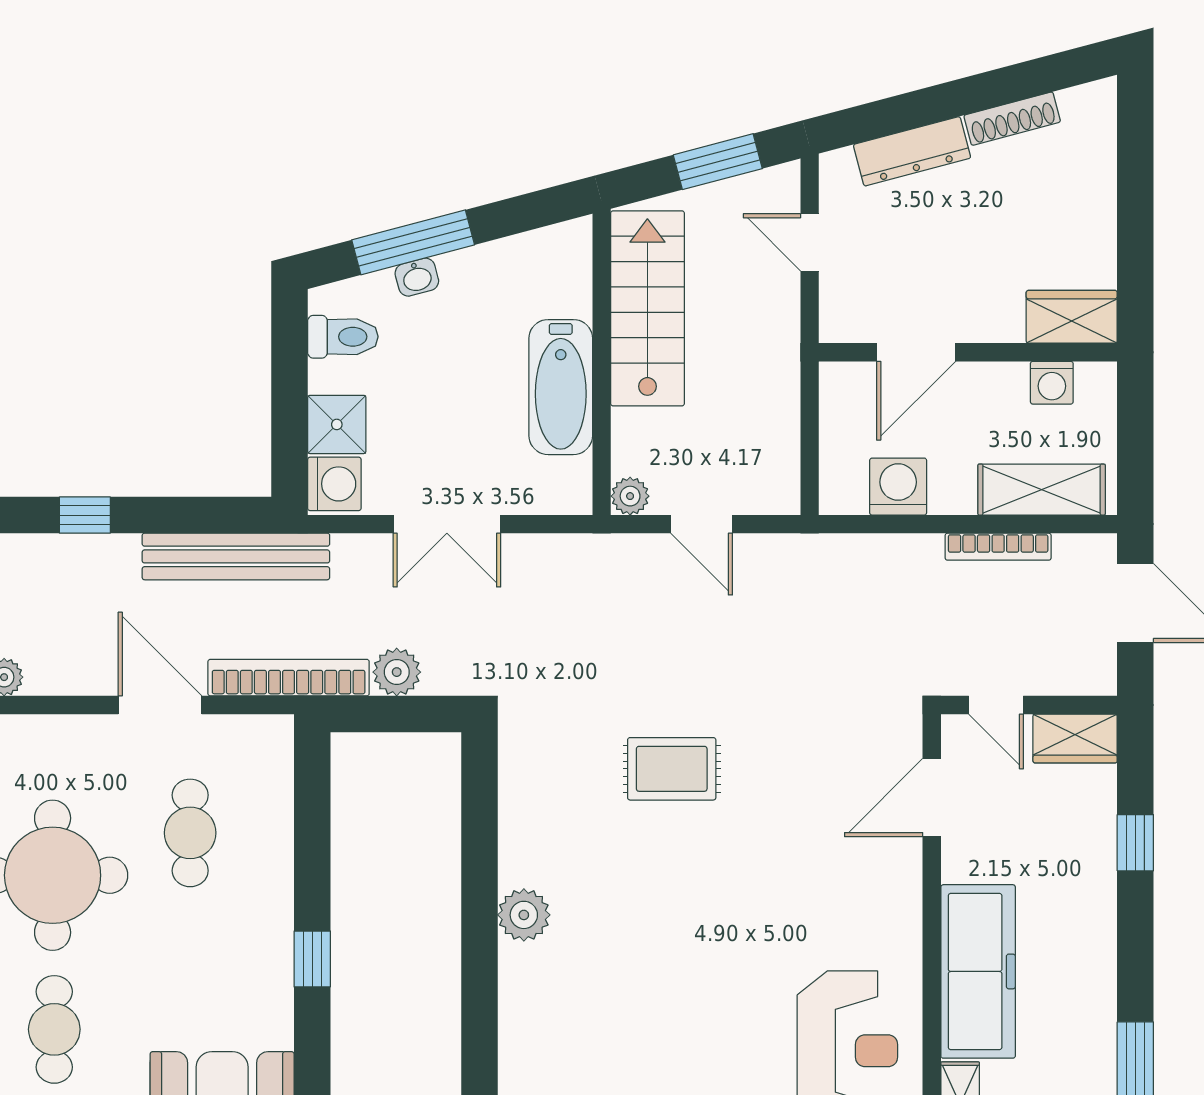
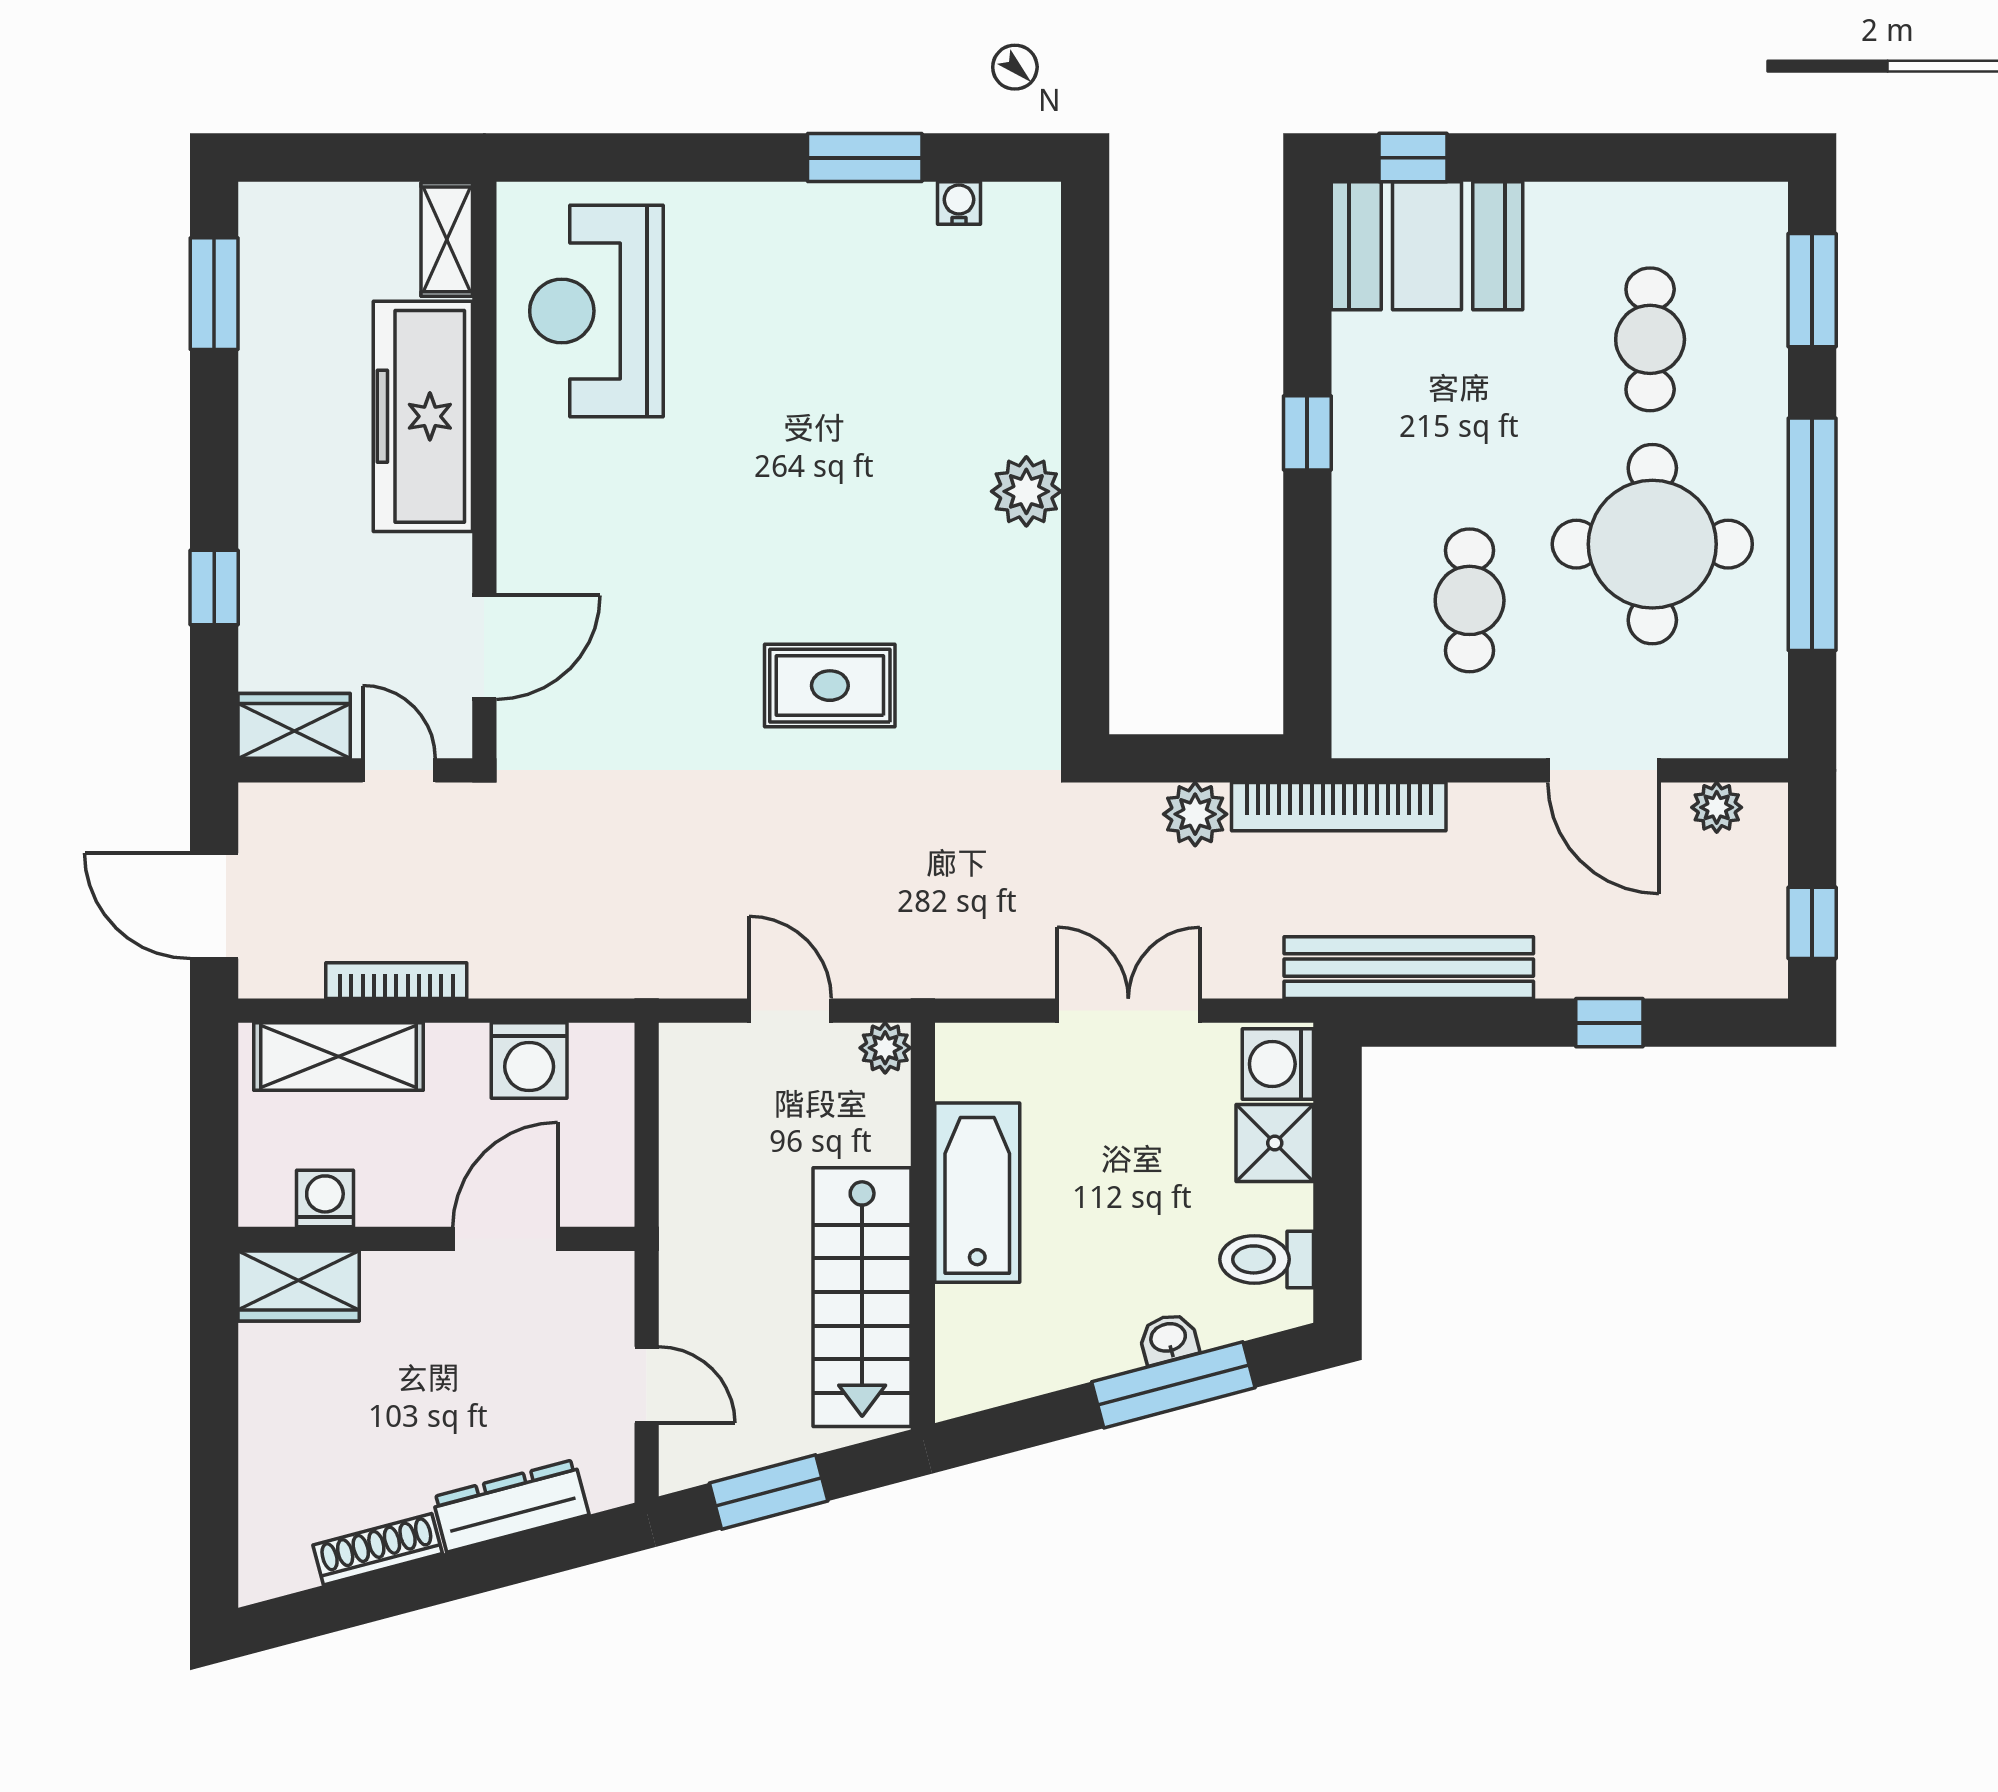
door: (160, 705) -> (1603, 770), moved

